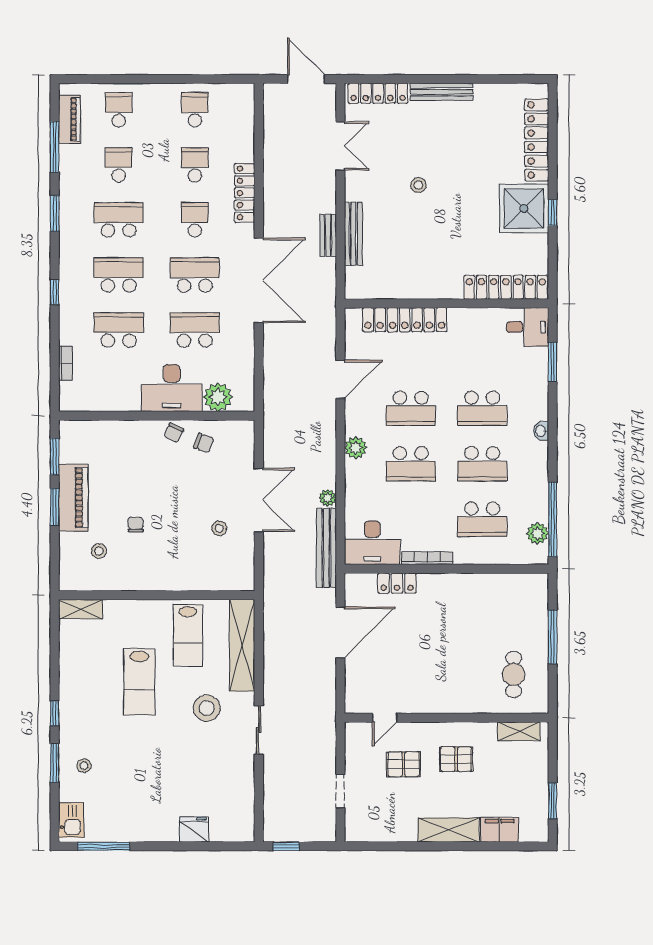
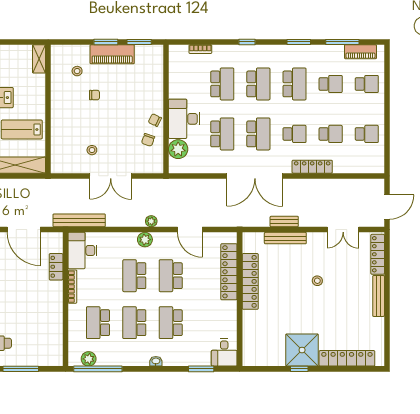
locker: (506, 287) -> (250, 281), moved
plant: (328, 498) -> (151, 221), moved

